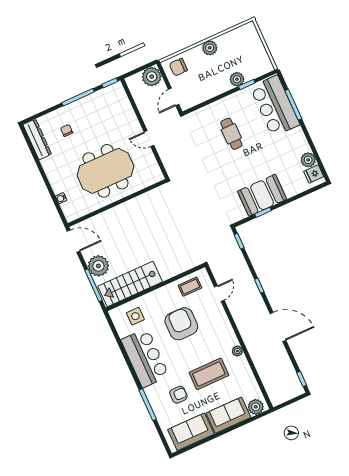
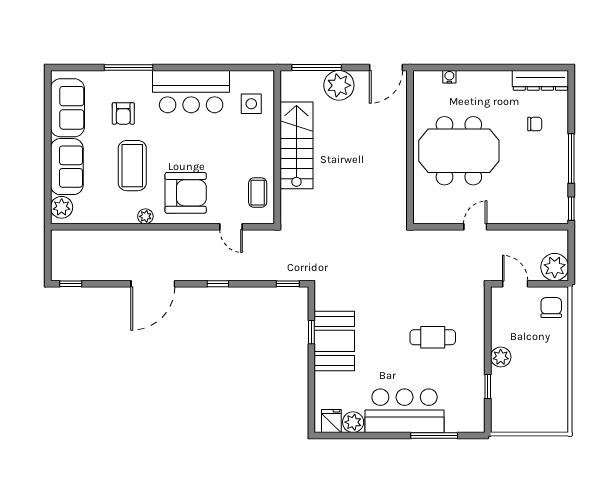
plant: (210, 48) -> (558, 360), removed
plant: (237, 79) -> (501, 357), moved
bar counter: (275, 106) -> (405, 411), moved
meeting table: (105, 171) -> (459, 151), turned 90
stairs: (130, 284) -> (296, 145), moved
armchair: (181, 324) -> (186, 193), moved

